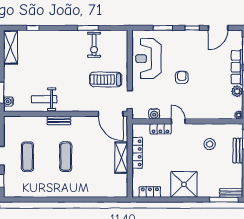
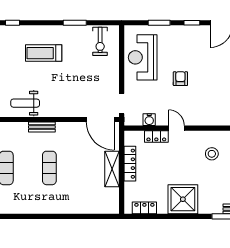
exercise bike: (94, 45) -> (100, 41), moved
treadmill: (106, 80) -> (44, 53), moved

